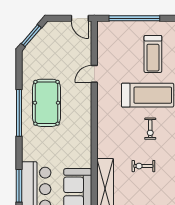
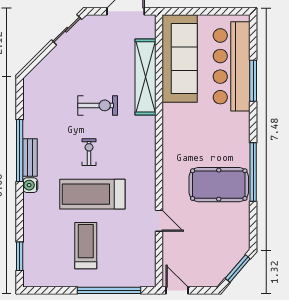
door: (94, 74) -> (159, 221), hinge flipped
pool table: (46, 103) -> (219, 185), turned 90
exercise bike: (143, 166) -> (98, 105), width x1.38, depth x1.39

